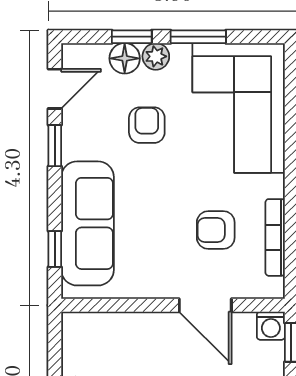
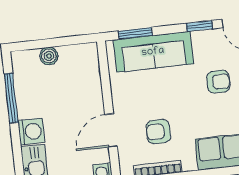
armchair: (216, 230) -> (158, 132), turned -90
window: (55, 249) -> (135, 33), width x1.50

